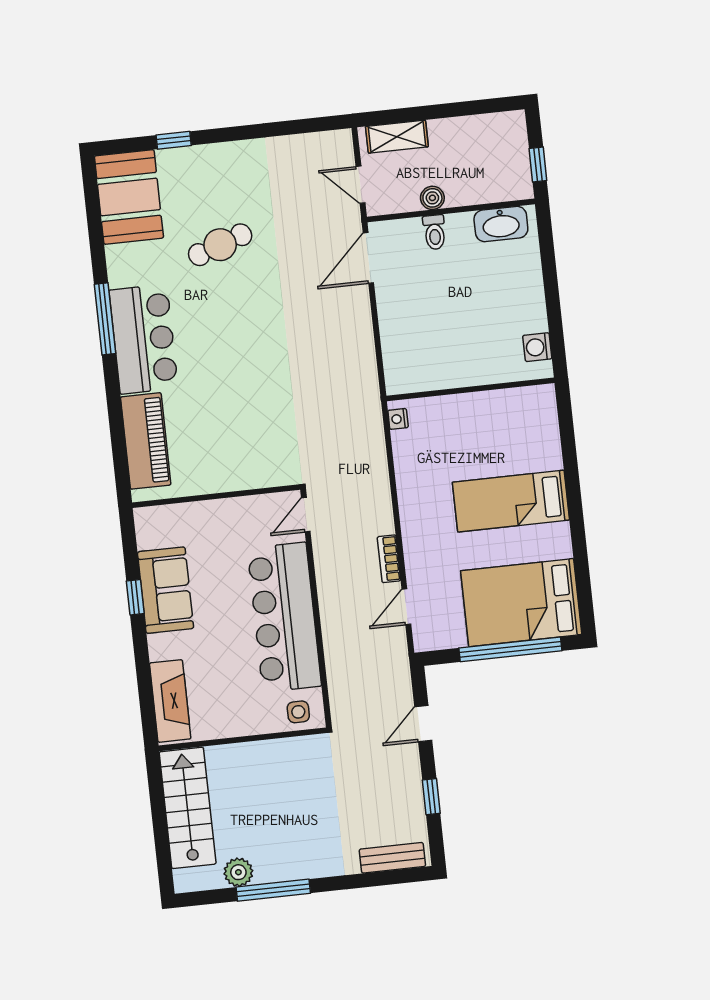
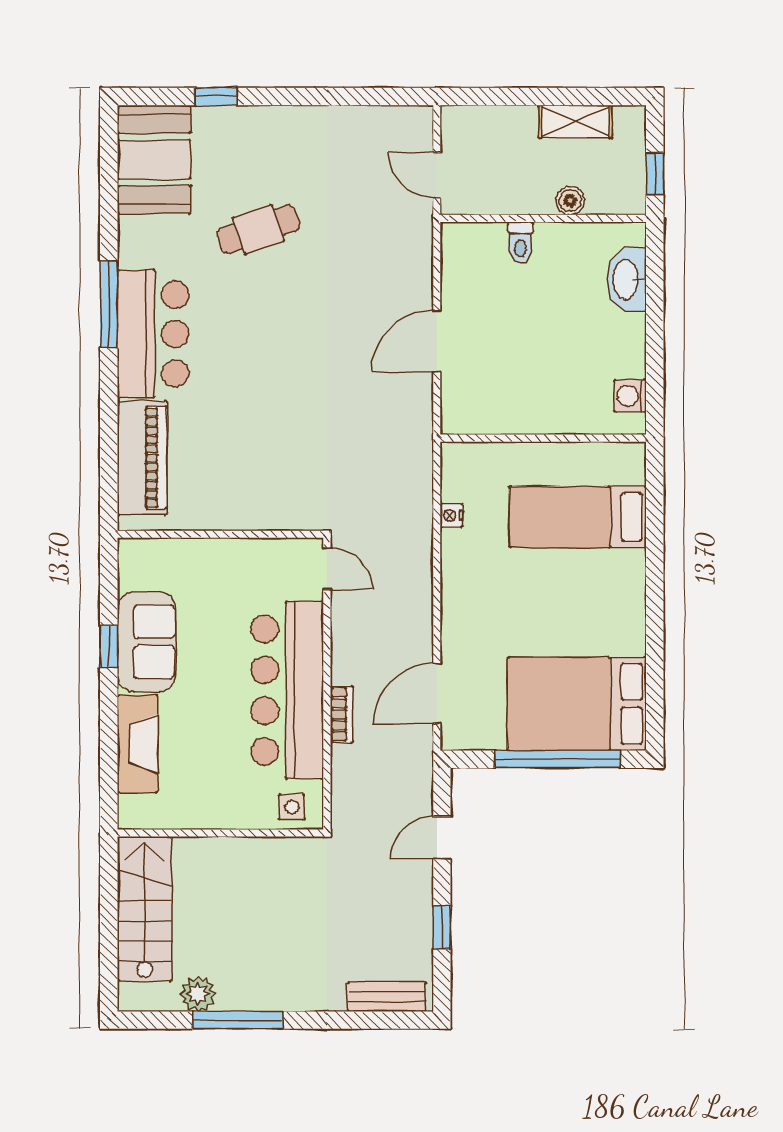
shelving: (397, 137) -> (575, 122), moved
boiler: (432, 198) -> (570, 201), moved
washbasin: (501, 224) -> (627, 279), moved, turned 90
door: (368, 258) -> (437, 341), moved
nightstand: (398, 419) -> (451, 515), moved
bed: (511, 501) -> (578, 517), moved
door: (306, 515) -> (327, 569), swing flipped
bookcase: (389, 559) -> (342, 714), moved, turned 180
door: (406, 607) -> (437, 694), width x1.38
fireplace: (170, 701) -> (138, 744), moved

